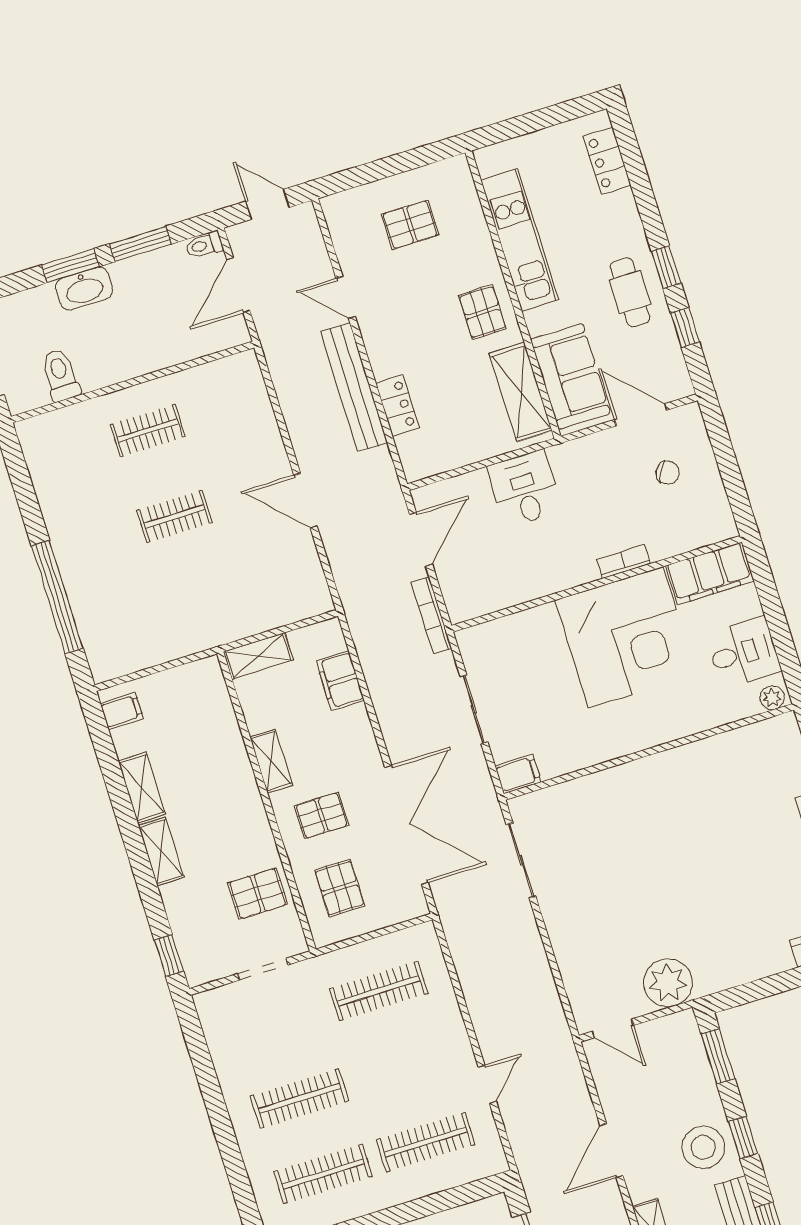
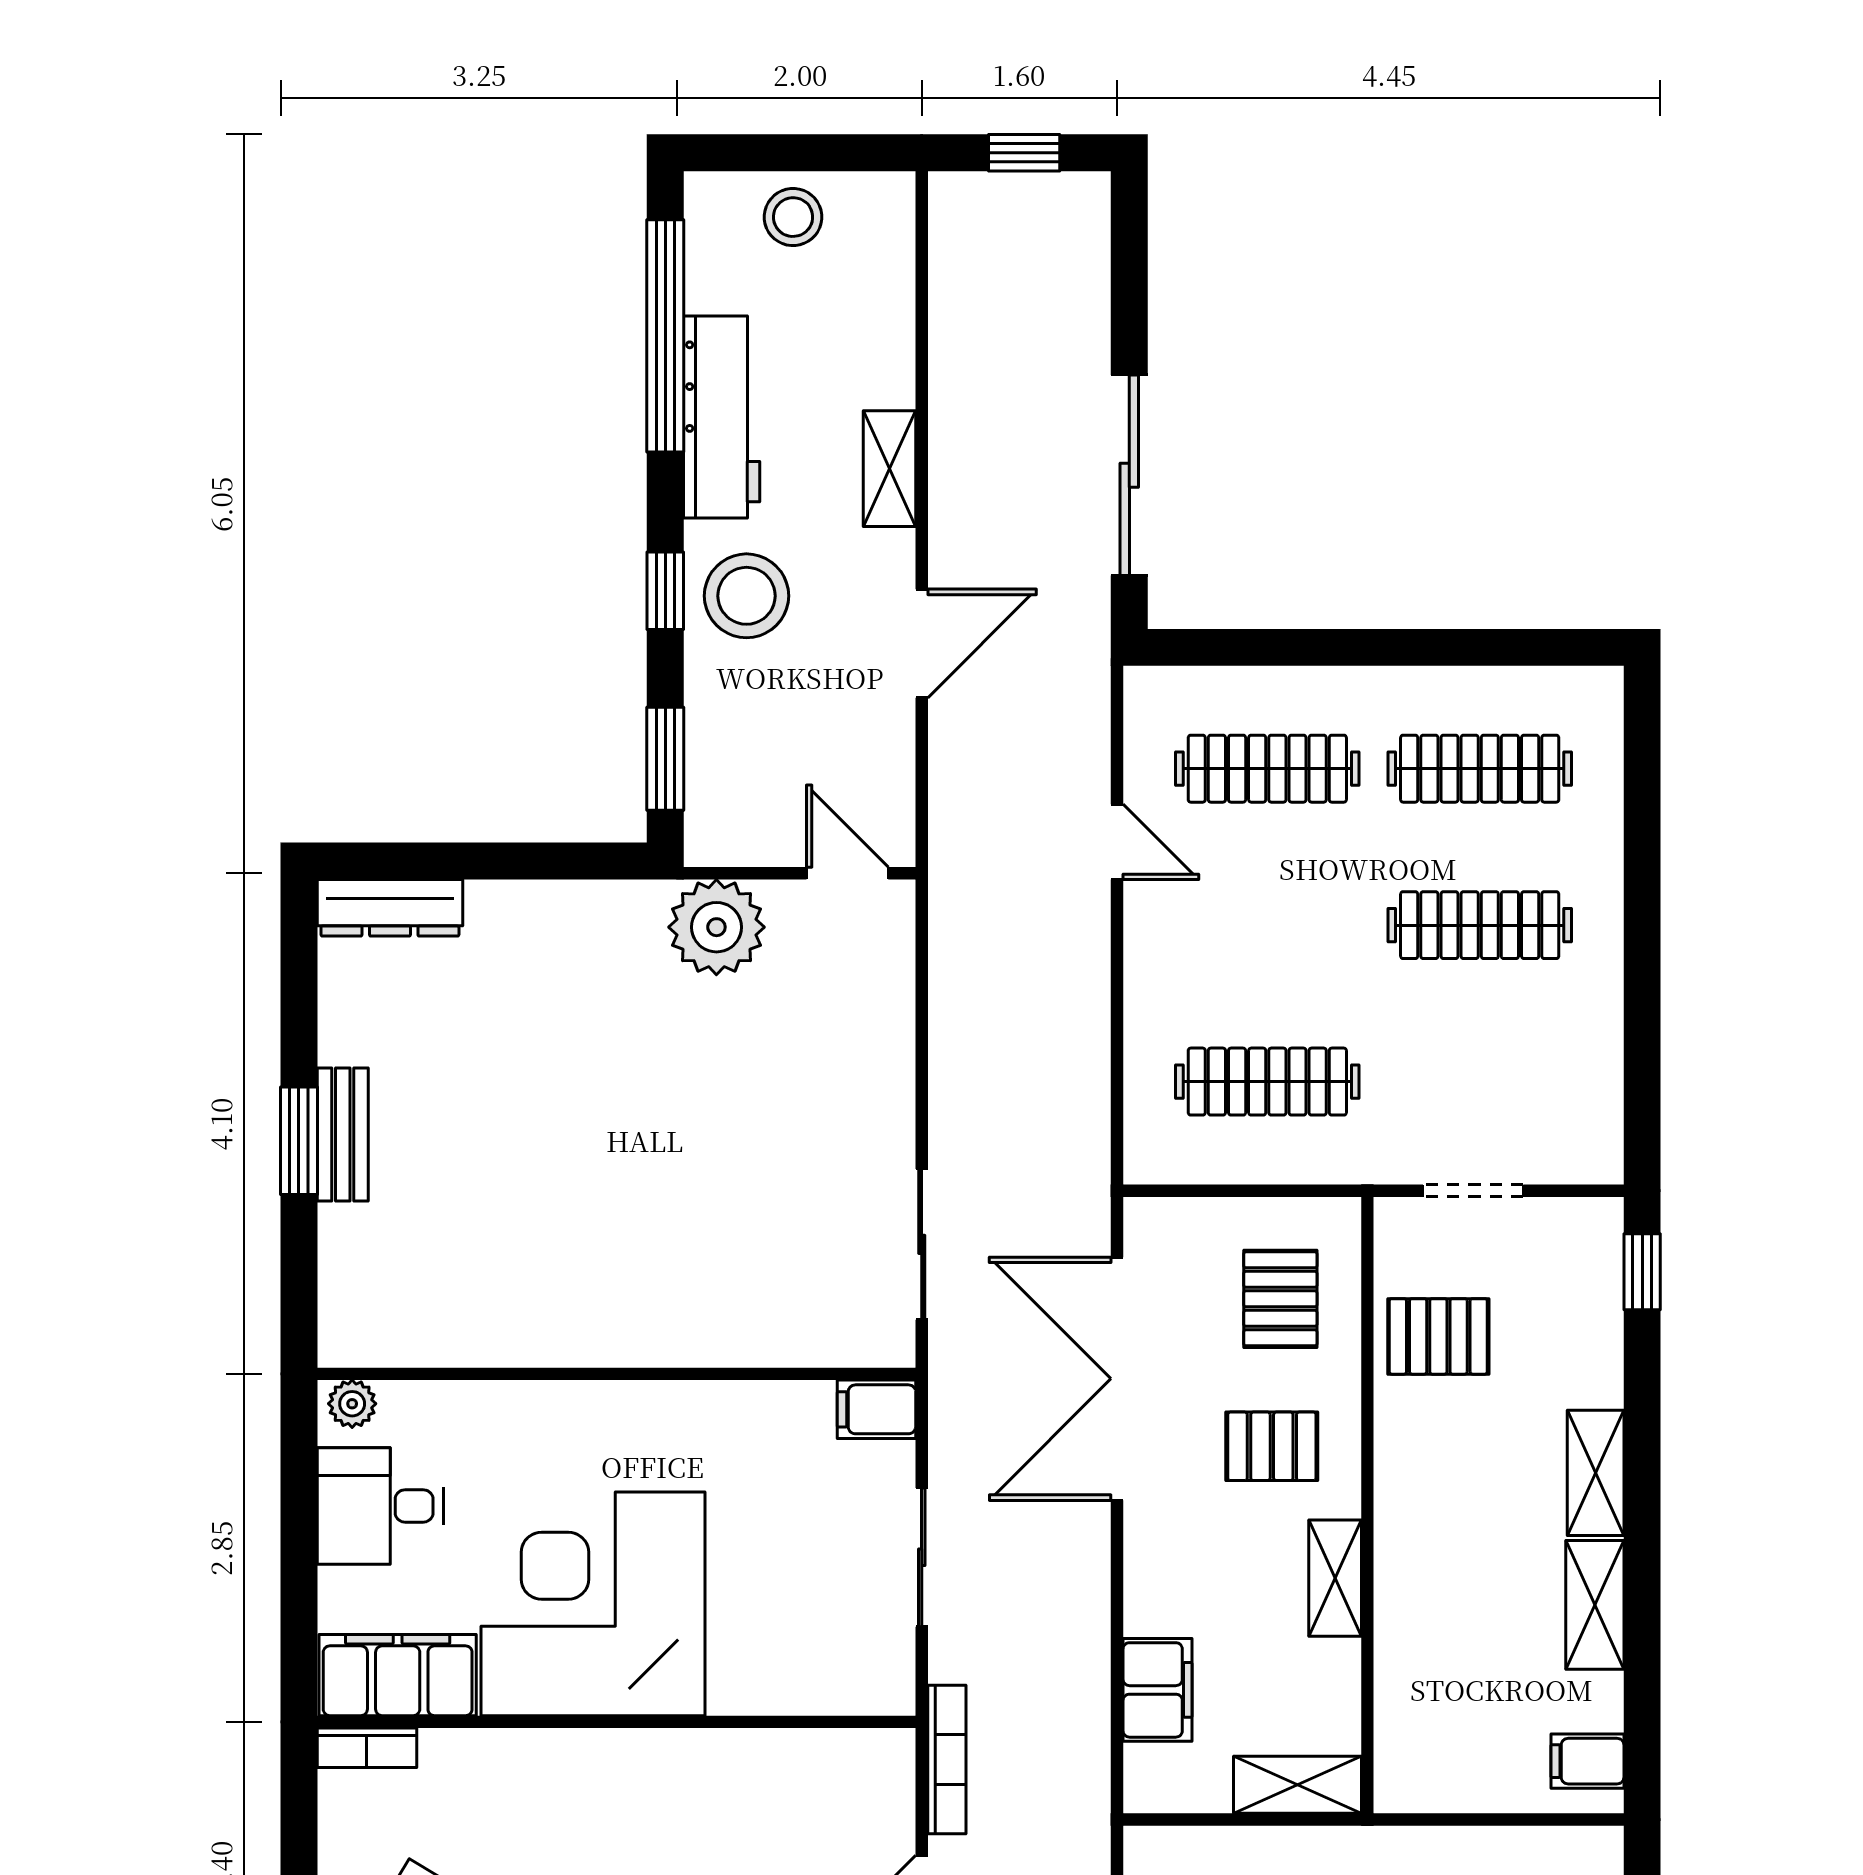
bookcase: (623, 562) -> (367, 1748), moved
door: (487, 1084) -> (1117, 842), swing flipped

